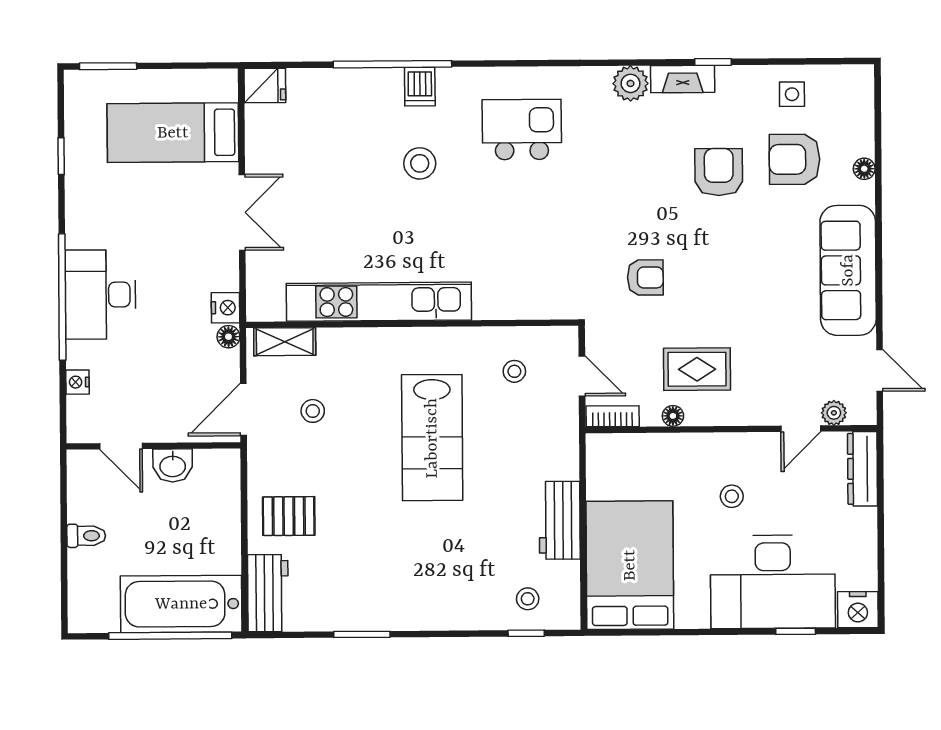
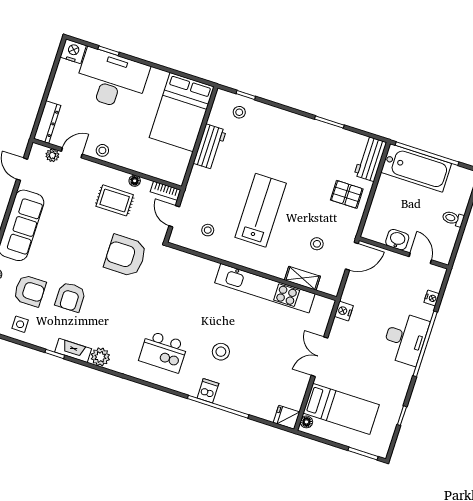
armchair: (645, 277) -> (125, 256), width x1.88, depth x1.88
floor lamp: (228, 337) -> (306, 422), moved
shelving: (285, 342) -> (302, 278), moved
stool: (732, 496) -> (102, 150), moved

